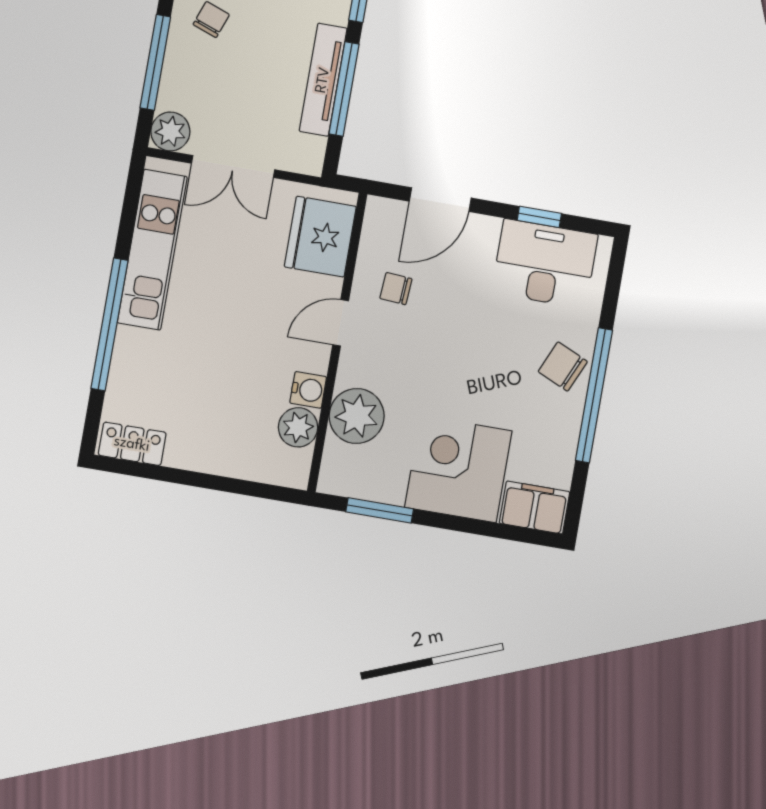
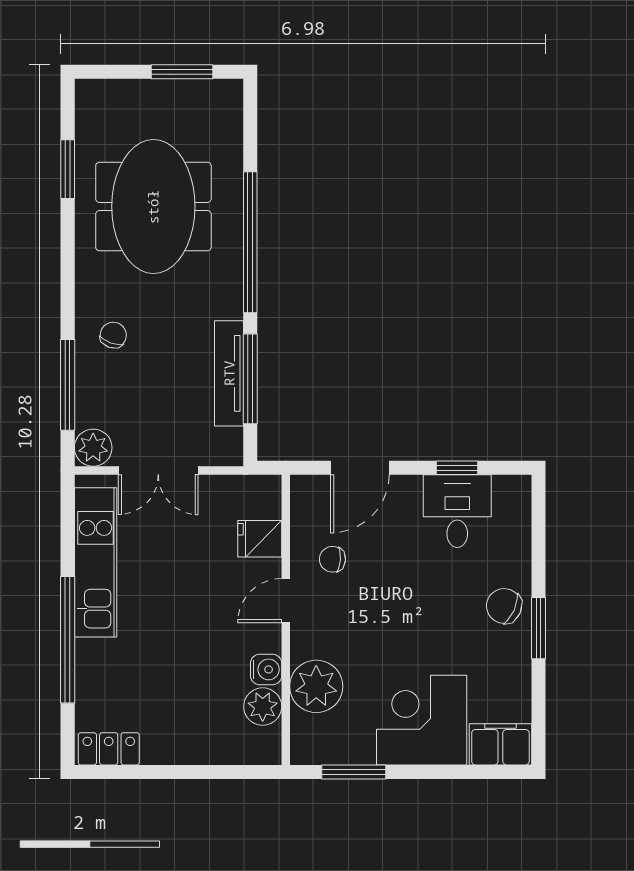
fridge: (320, 237) -> (260, 539), width x0.53, depth x0.75
desk: (545, 264) -> (457, 511), width x0.73
window: (594, 395) -> (539, 628), width x0.47

